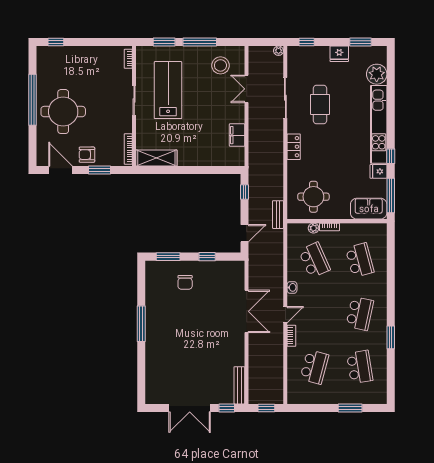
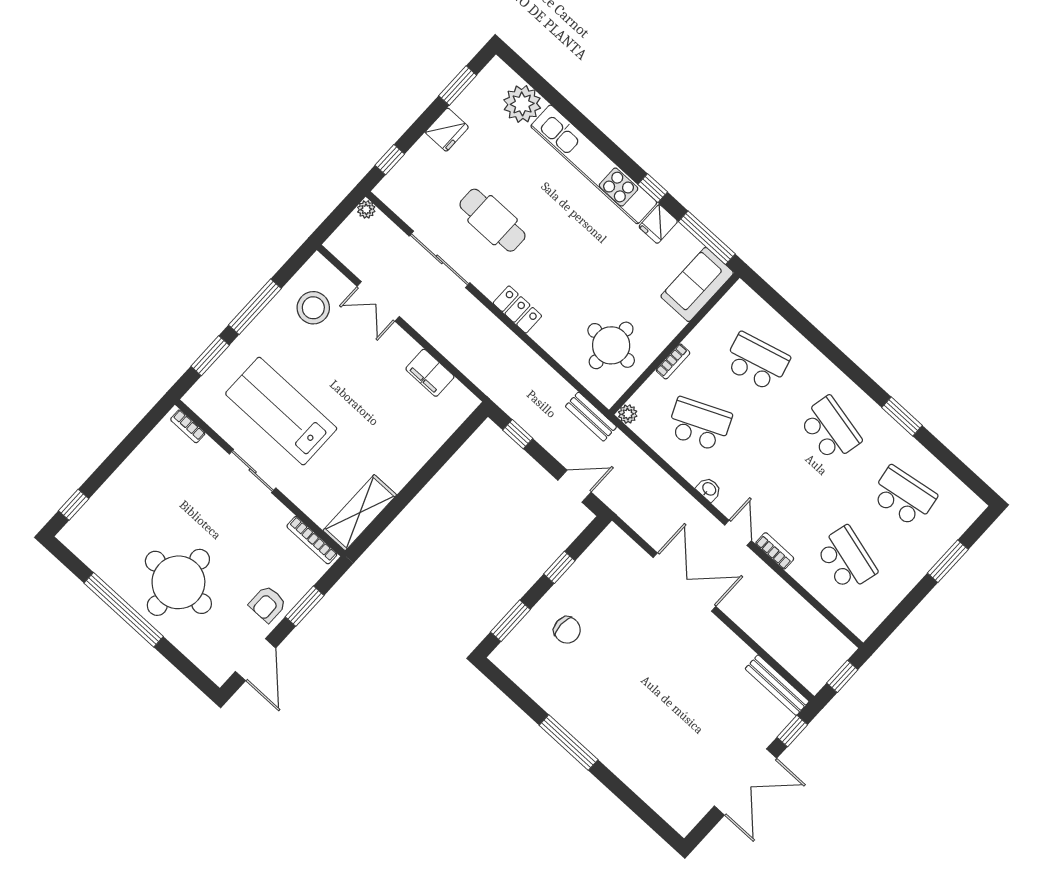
door: (60, 170) -> (255, 660), swing flipped
plant: (314, 228) -> (628, 414), moved
door: (245, 233) -> (575, 486), hinge flipped

